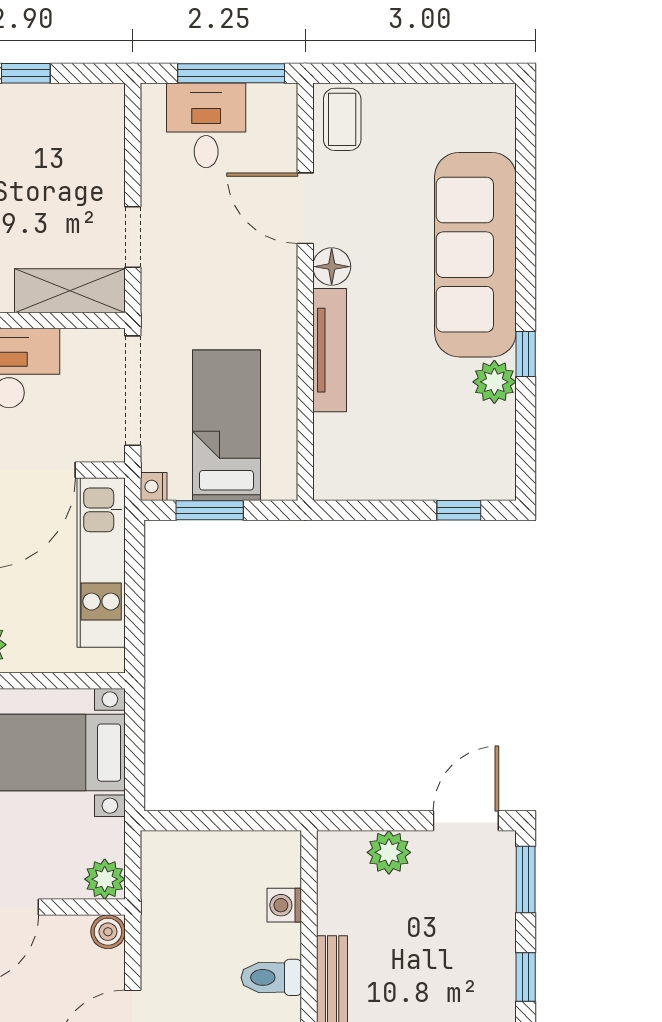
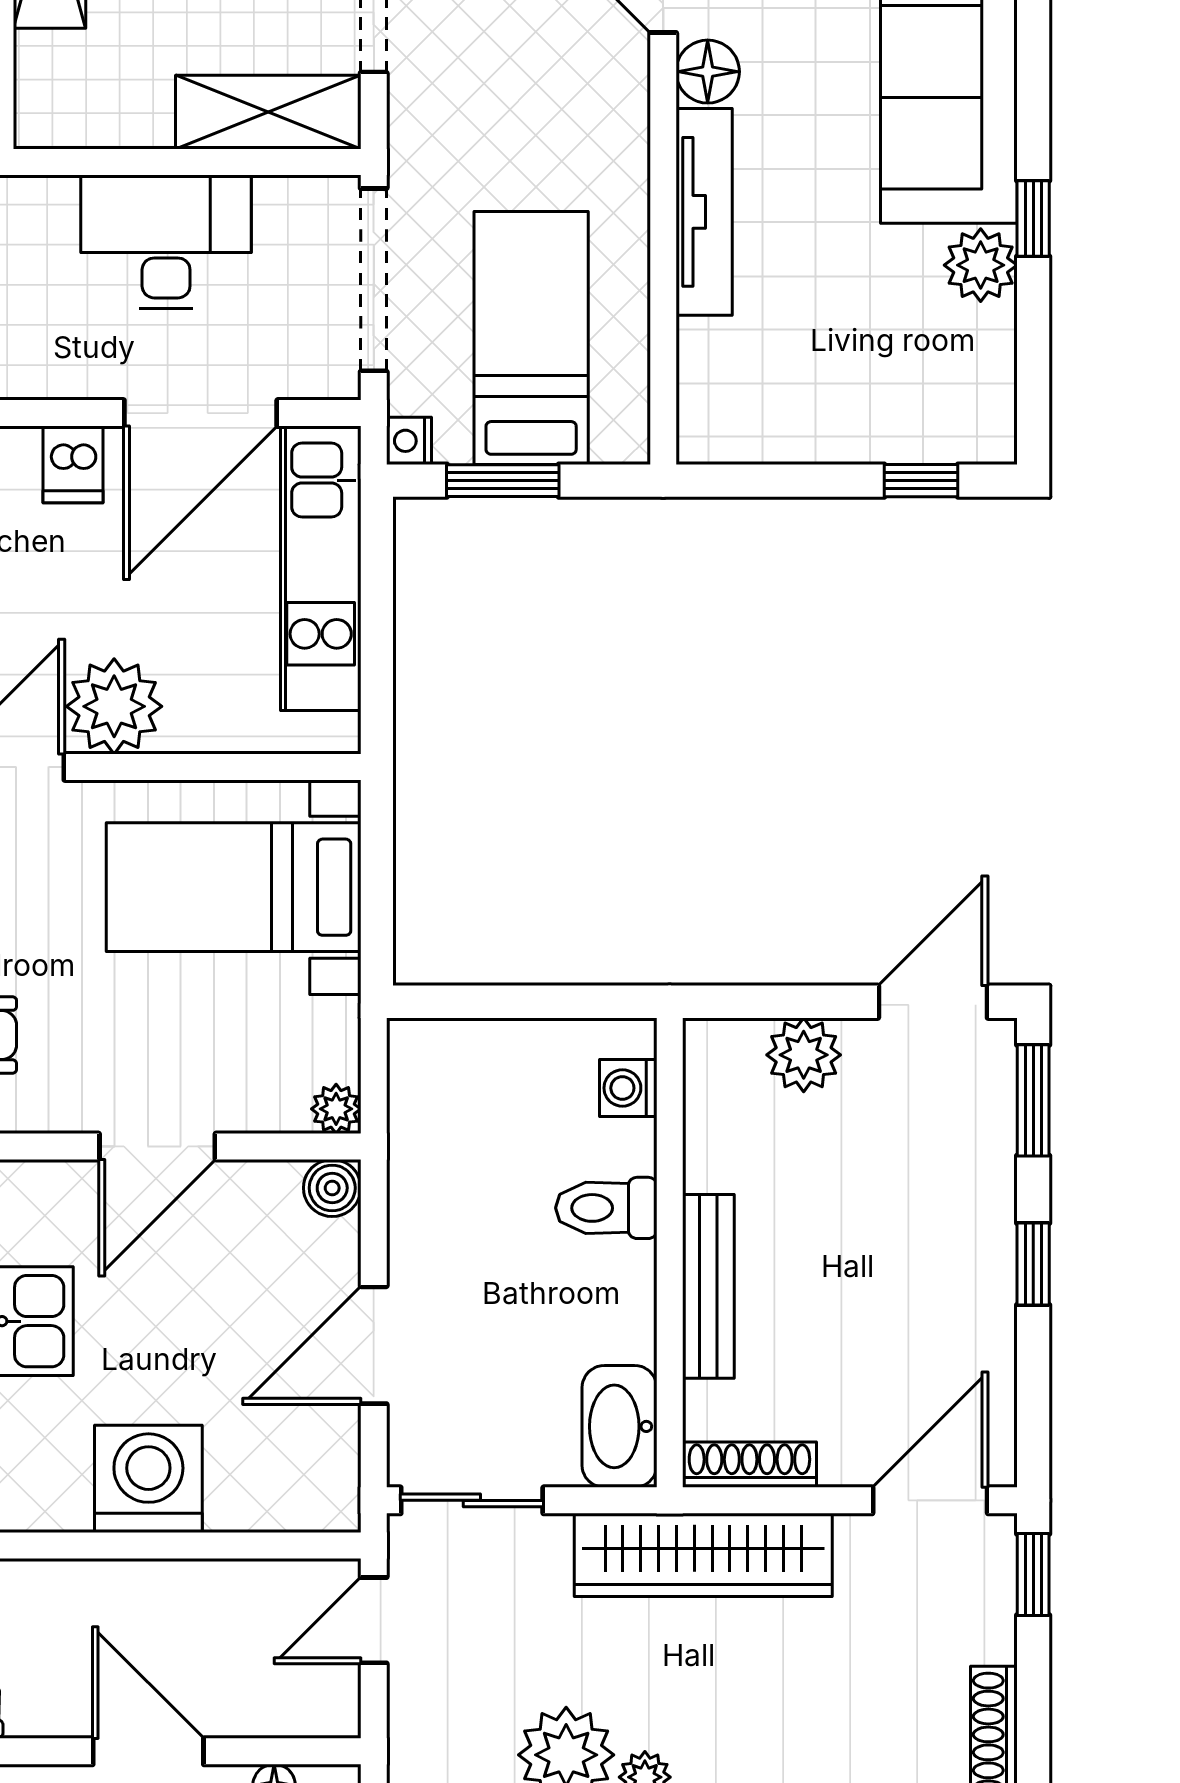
plant: (105, 879) -> (336, 1109), width x0.73, depth x0.73
washing machine: (284, 905) -> (628, 1088), moved
toilet: (271, 977) -> (606, 1208), moved

